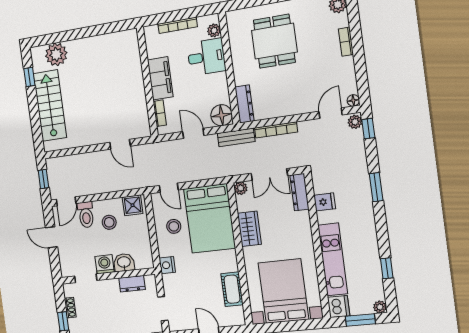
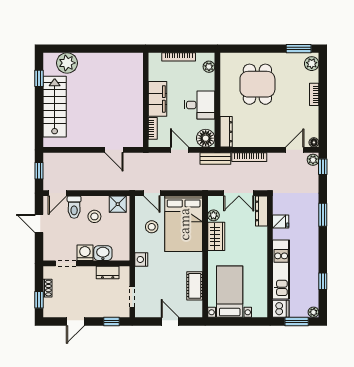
desk: (206, 57) -> (199, 105), moved
plant: (241, 188) -> (213, 215), moved
bed with nightstands: (283, 291) -> (230, 292), width x0.73

